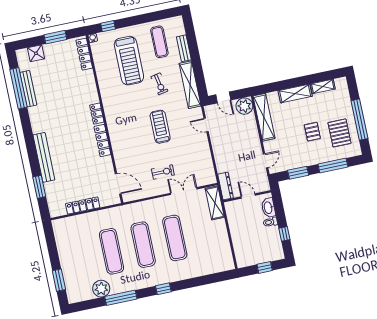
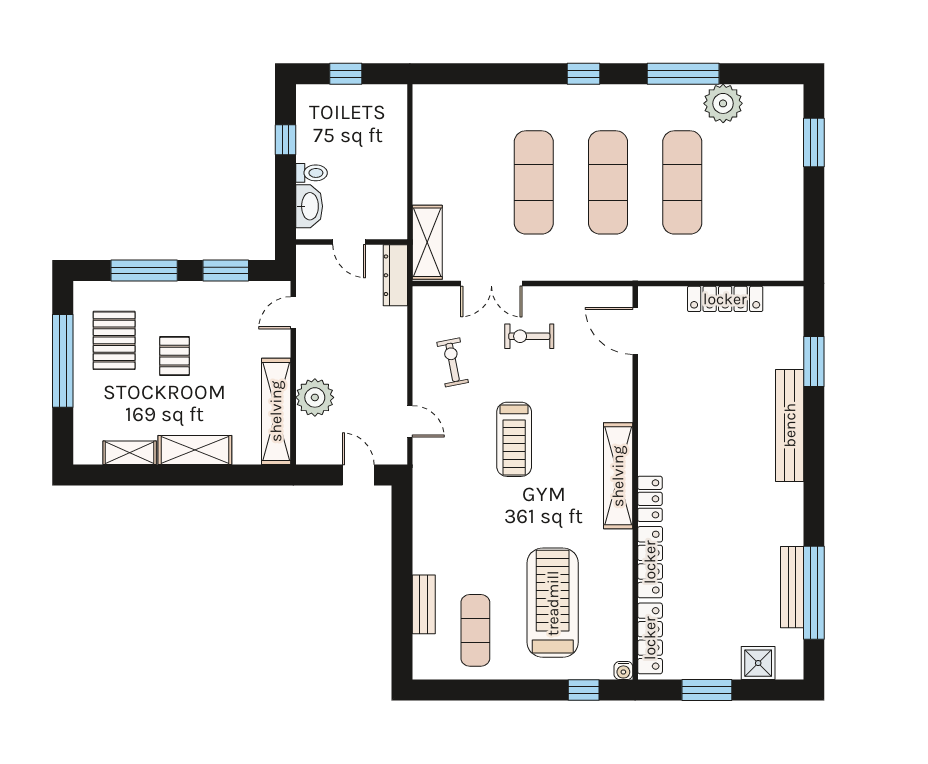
exercise bike: (159, 84) -> (453, 362), moved
shelving: (190, 85) -> (618, 476), moved
plant: (244, 106) -> (315, 397), moved
locker: (102, 141) -> (650, 562), moved

